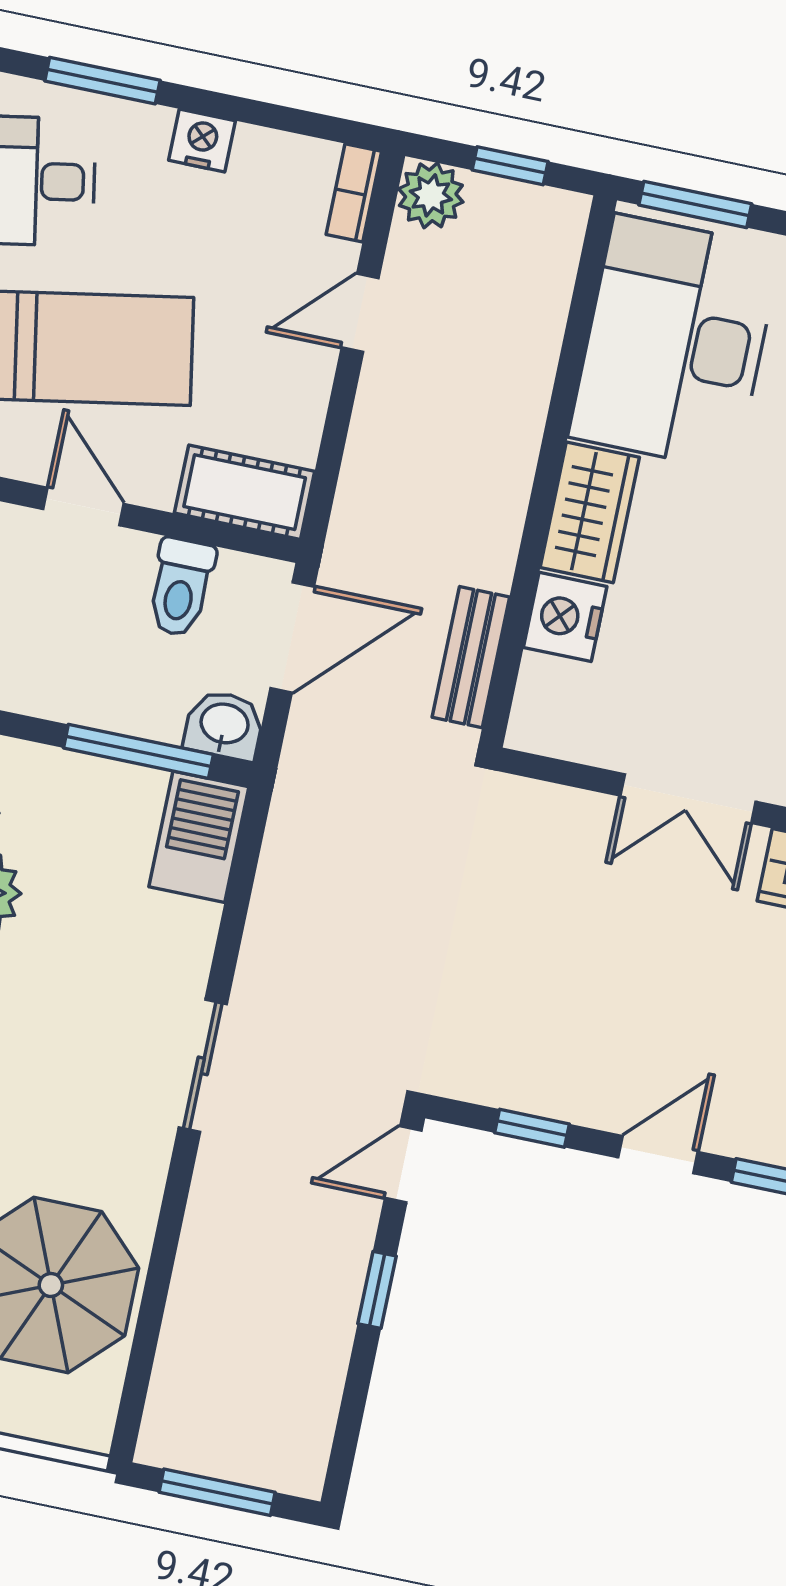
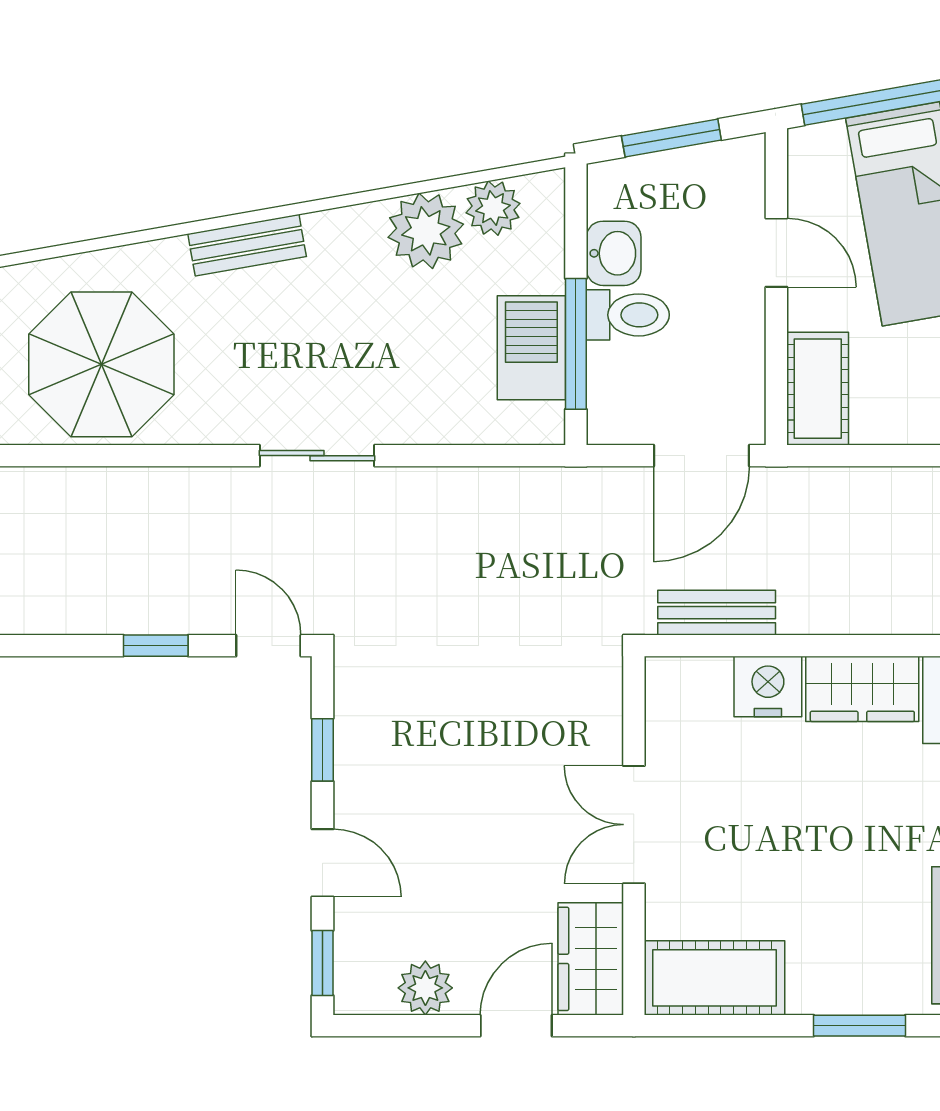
door: (84, 506) -> (776, 253), hinge flipped
toilet: (181, 587) -> (628, 315), moved, turned 180
door: (292, 637) -> (701, 456), hinge flipped
washbasin: (224, 725) -> (614, 253), moved
barbecue: (199, 837) -> (531, 348), moved, turned -90

